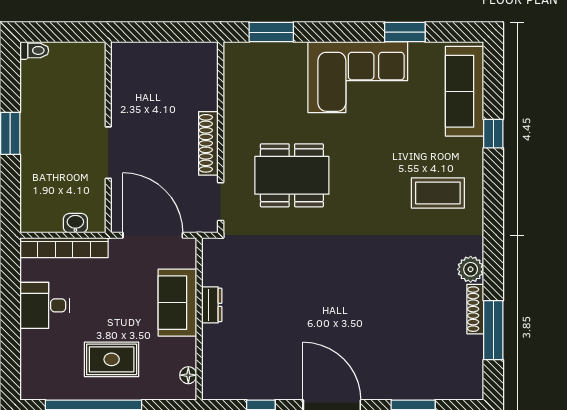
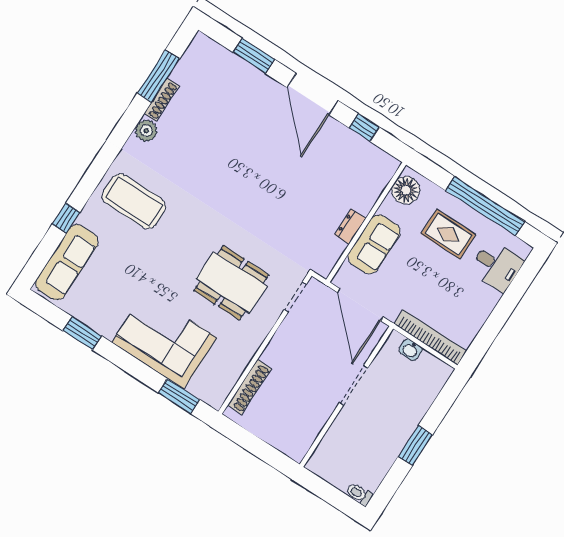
corner sofa: (358, 77) -> (164, 340), moved
shoe rack: (208, 143) -> (249, 387), moved
coffee table: (438, 193) -> (134, 201), width x1.36, depth x1.32
desk: (45, 305) -> (497, 266), moved
floor lamp: (188, 375) -> (406, 190), width x1.89, depth x1.89

